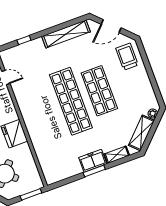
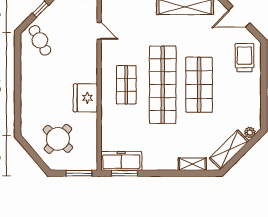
shop shelf: (42, 112) -> (126, 85), added
freezer: (93, 161) -> (121, 161), moved, width x1.40
window: (94, 171) -> (125, 173), moved

